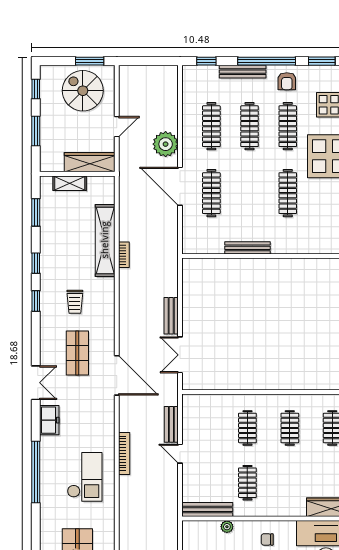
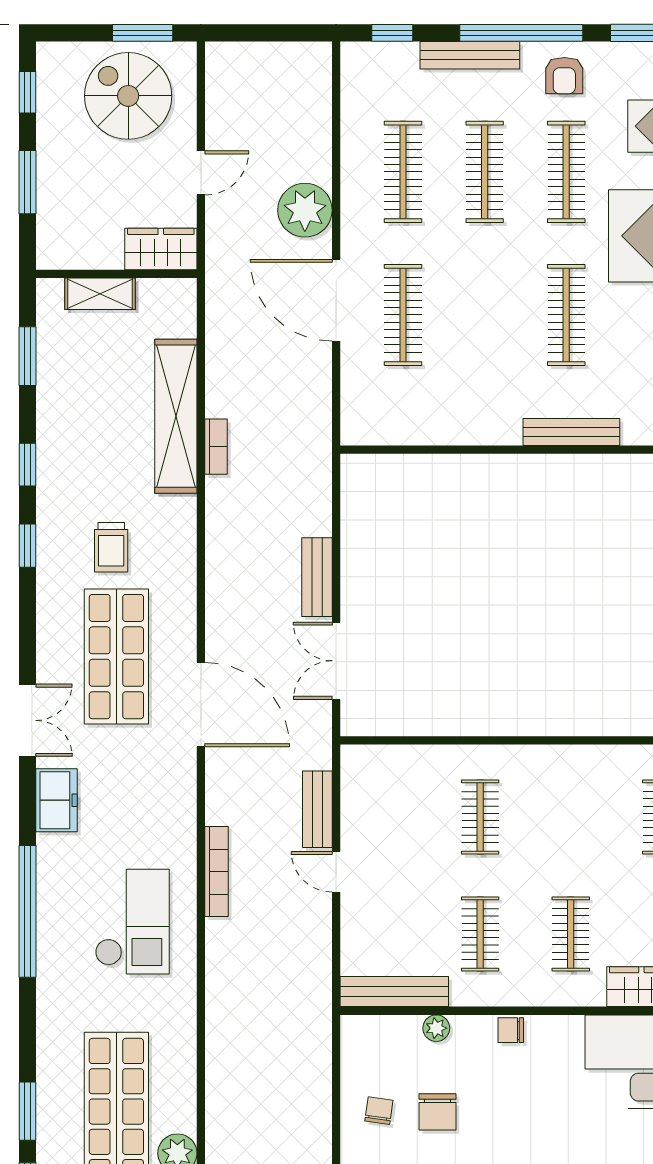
wardrobe: (90, 162) -> (161, 249), width x0.67
bench: (248, 248) -> (571, 432), moved
shop shelf: (77, 353) -> (116, 657), width x1.43, depth x1.36
clothes rail: (290, 428) -> (571, 934), moved
chair: (267, 539) -> (511, 1030), moved

